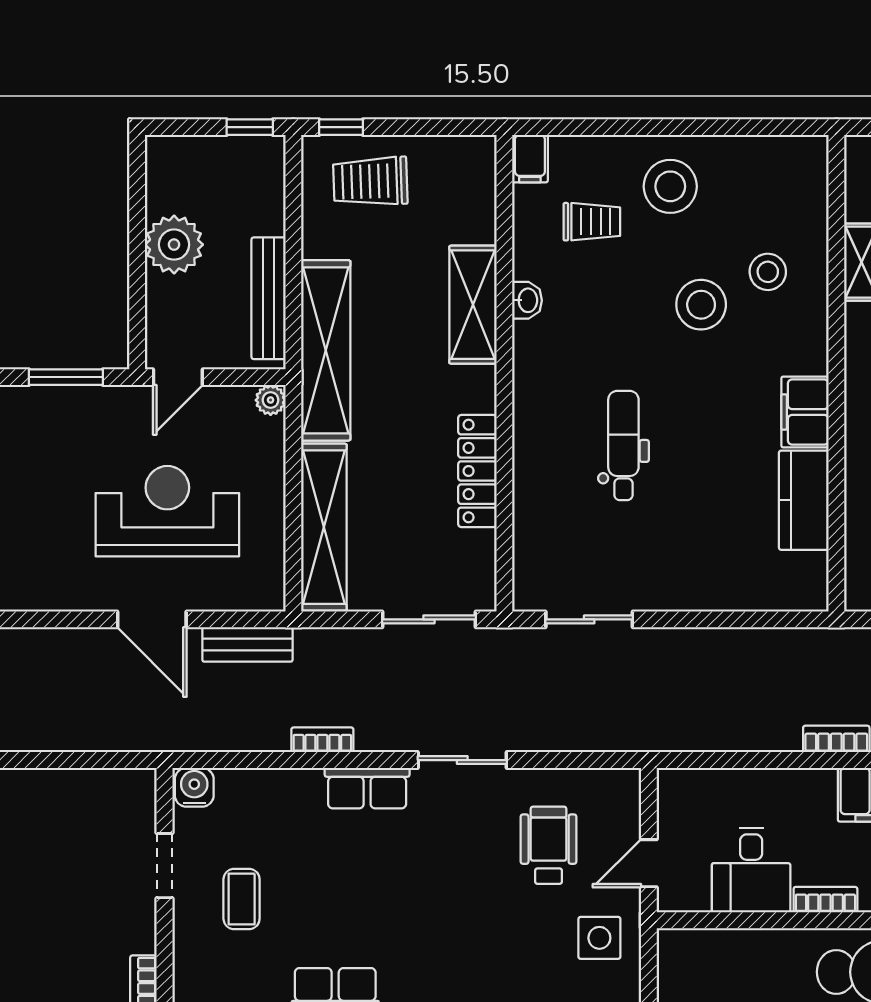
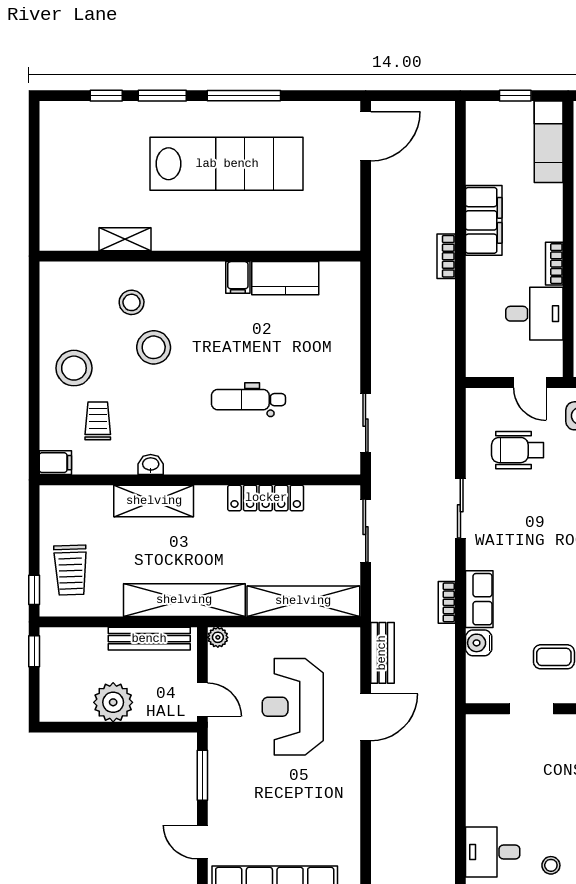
filing cabinet: (805, 412) -> (238, 277), width x0.50
water cooler: (194, 787) -> (479, 643), moved
row of seats: (367, 788) -> (479, 599), moved

